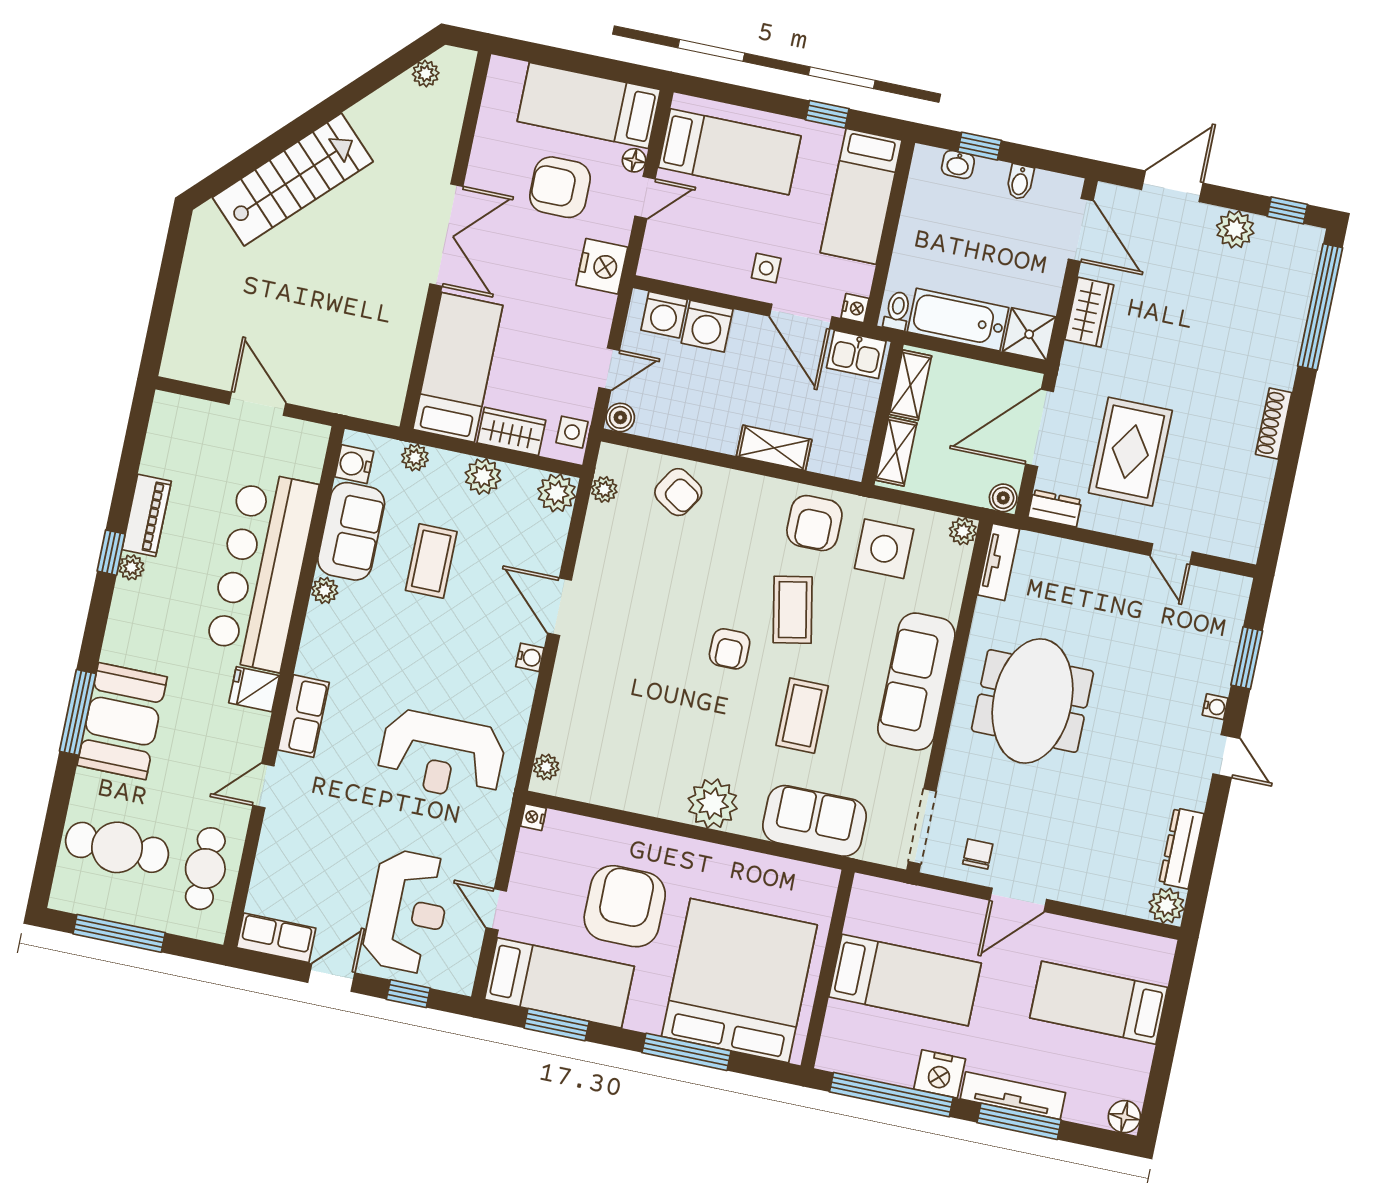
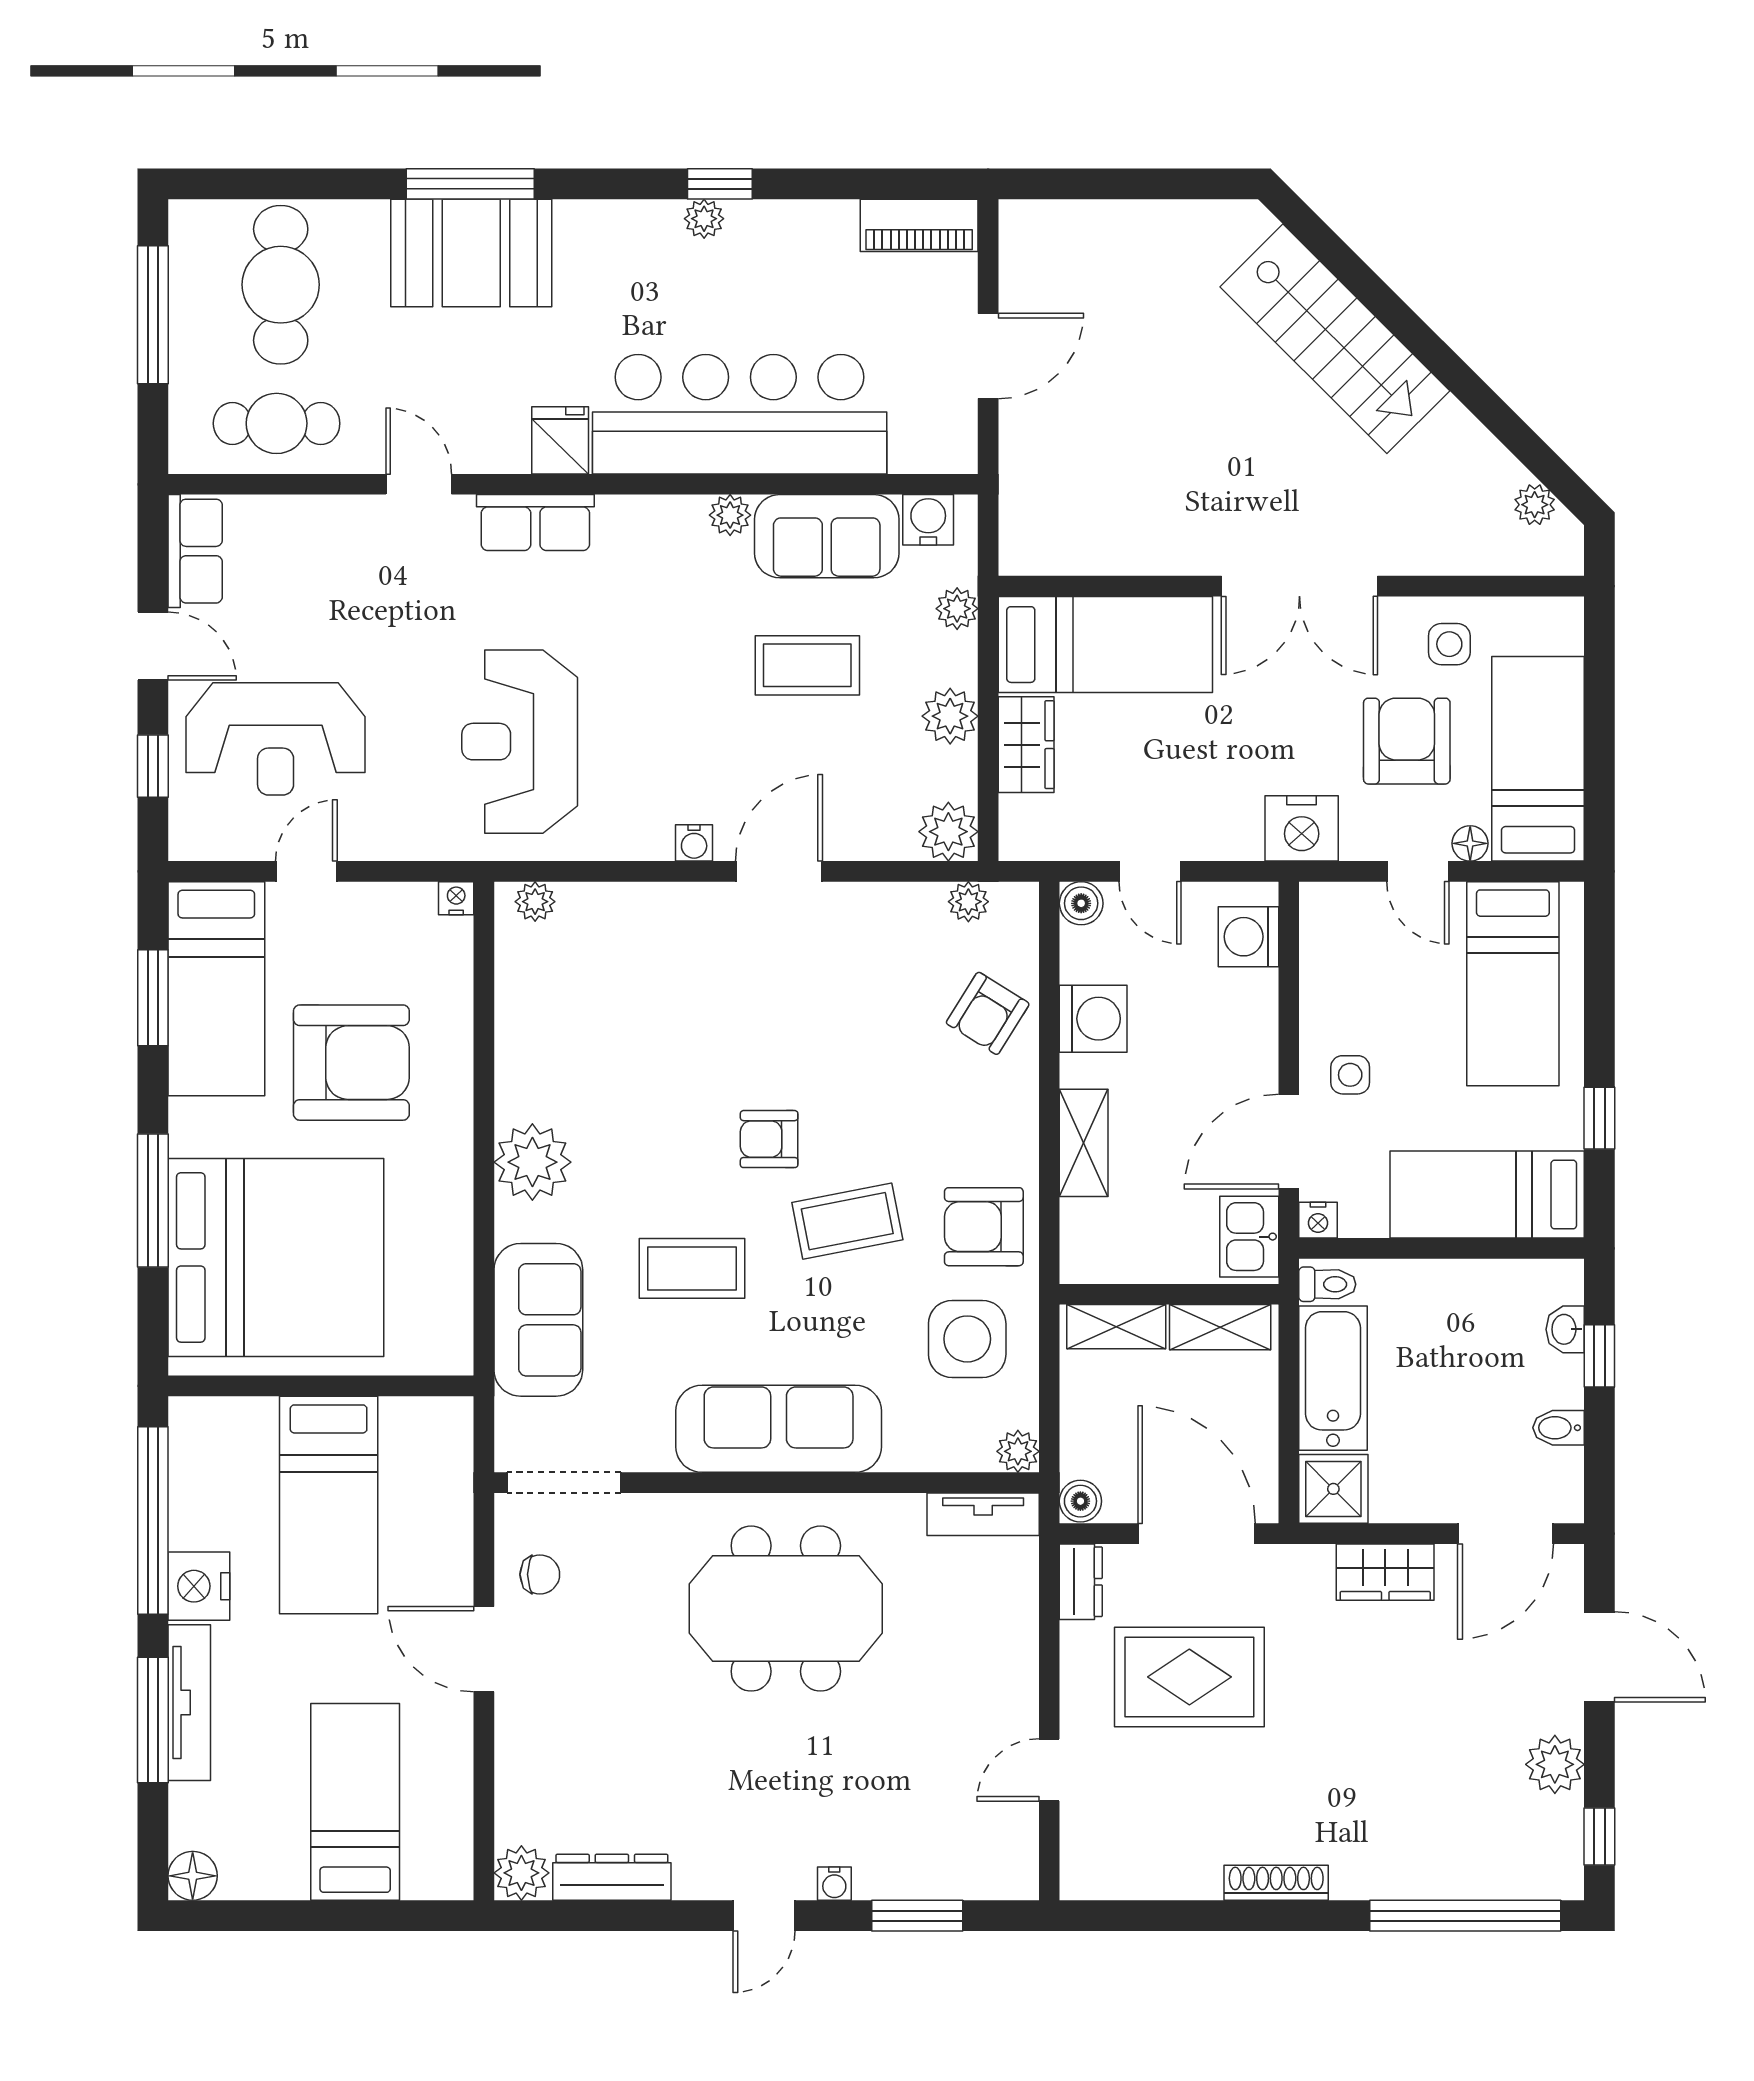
washing machine: (707, 326) -> (1093, 1019), moved, turned 180
side table: (572, 432) -> (1449, 644), moved
piano: (147, 515) -> (919, 225), moved

